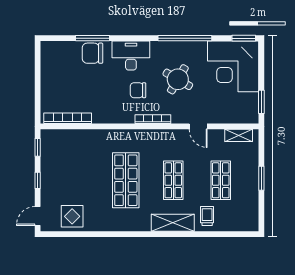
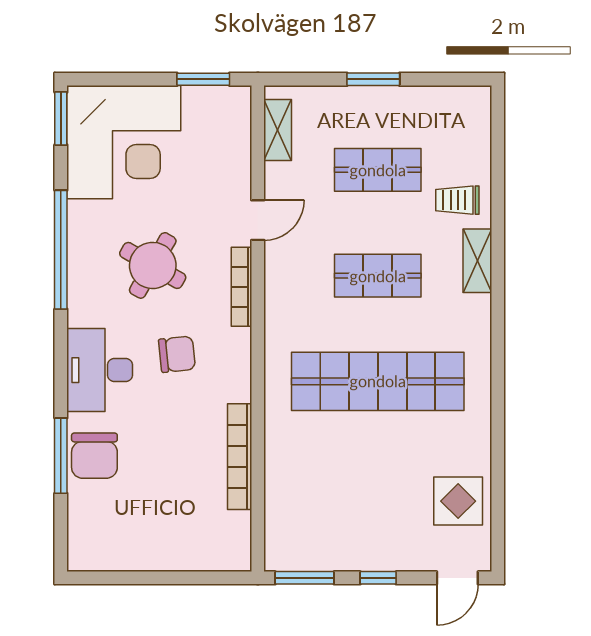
chair: (138, 90) -> (177, 354), turned -96
bookcase: (68, 118) -> (240, 457), moved
bookcase: (153, 119) -> (241, 287), moved
window: (38, 147) -> (305, 578), width x1.50
shop shelf: (126, 180) -> (378, 381), width x1.40
door: (38, 216) -> (457, 578), hinge flipped
shelving: (173, 223) -> (477, 261), width x0.67, depth x0.75

